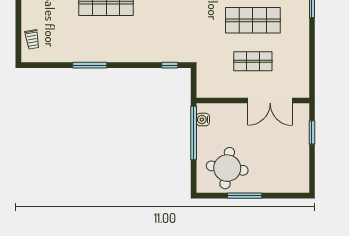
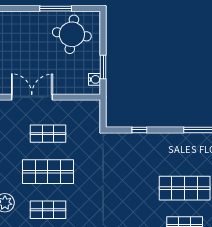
window: (170, 65) -> (139, 130), moved
window: (194, 133) -> (103, 67), width x0.47

